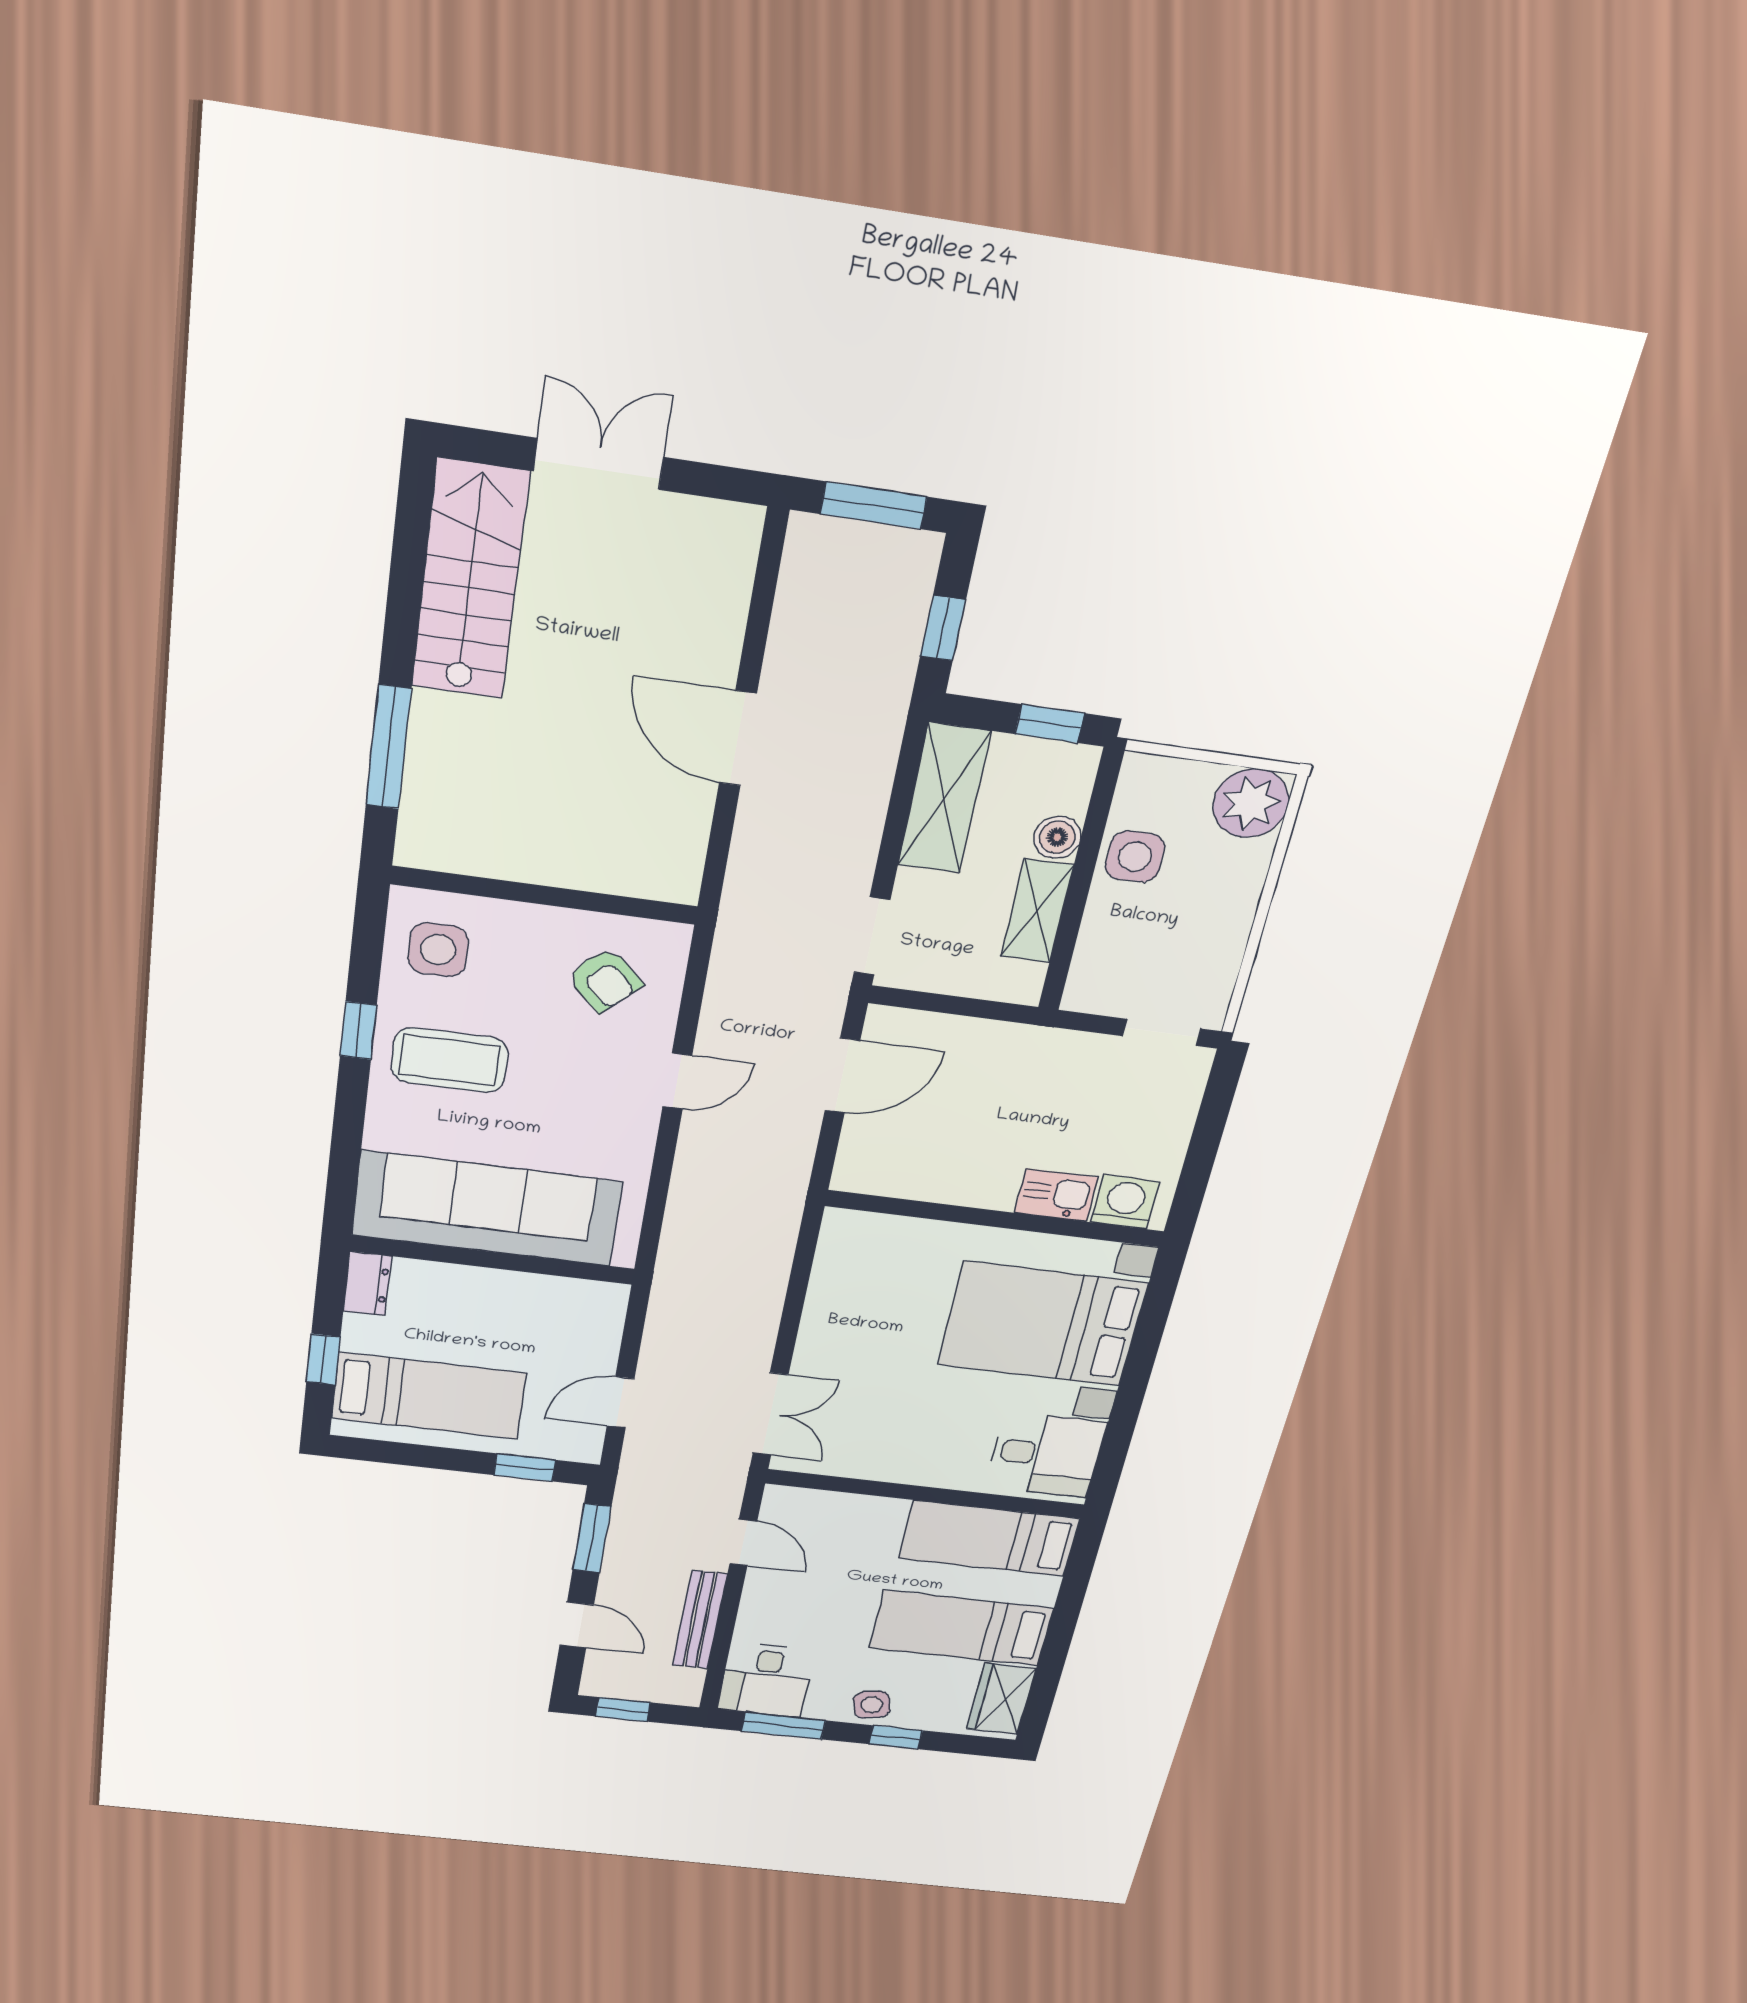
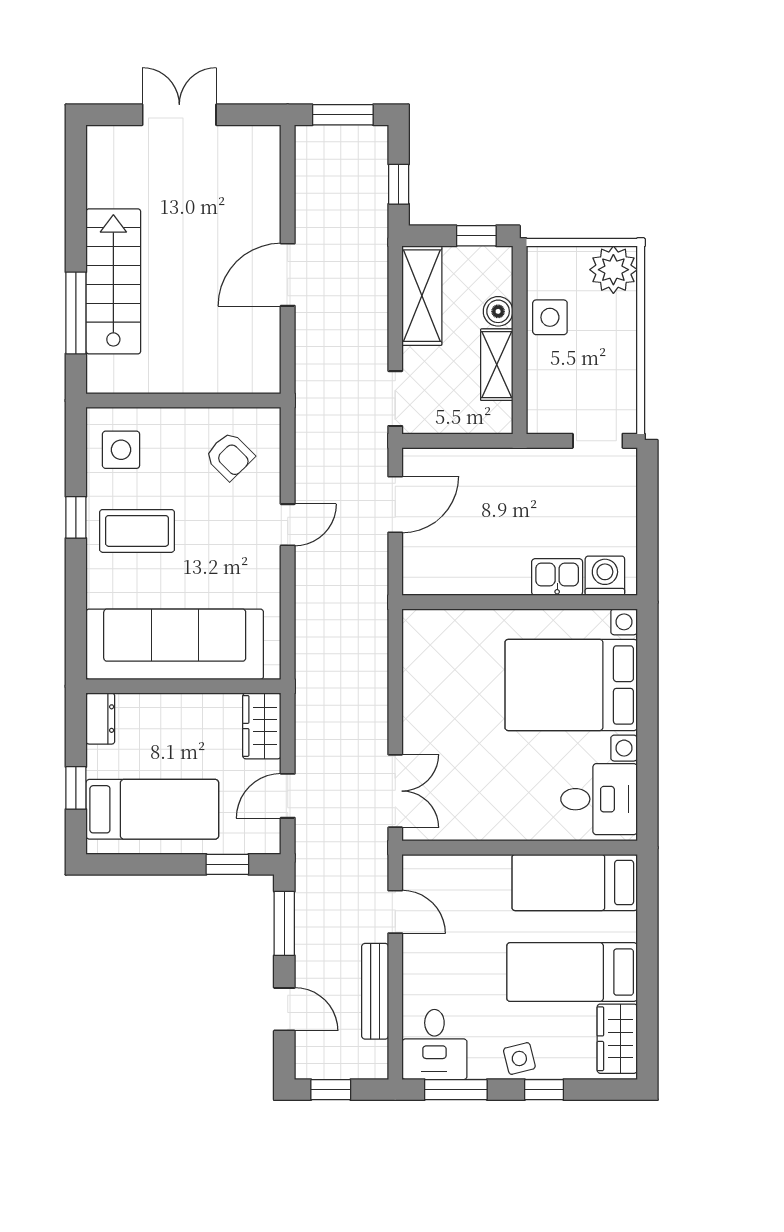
stairs: (470, 580) -> (113, 281), moved
door: (738, 738) -> (288, 275), hinge flipped
wardrobe: (598, 1320) -> (262, 726), added

